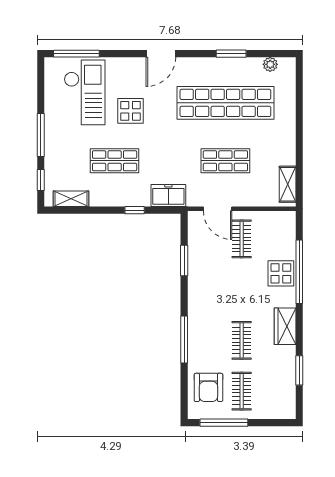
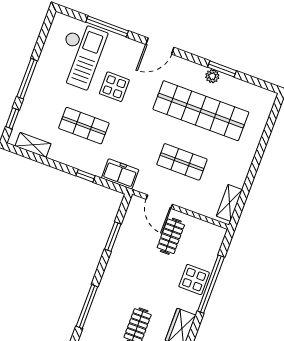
window: (76, 54) -> (107, 26), moved
plant: (270, 64) -> (212, 76), moved

